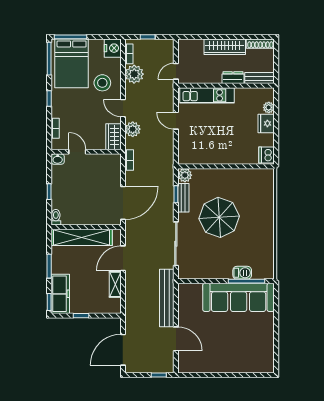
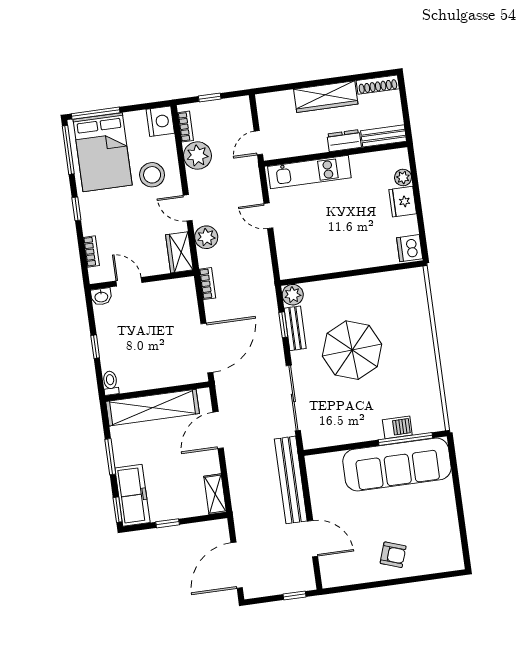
shelving: (115, 284) -> (215, 494), moved
armchair: (228, 357) -> (393, 555), added

